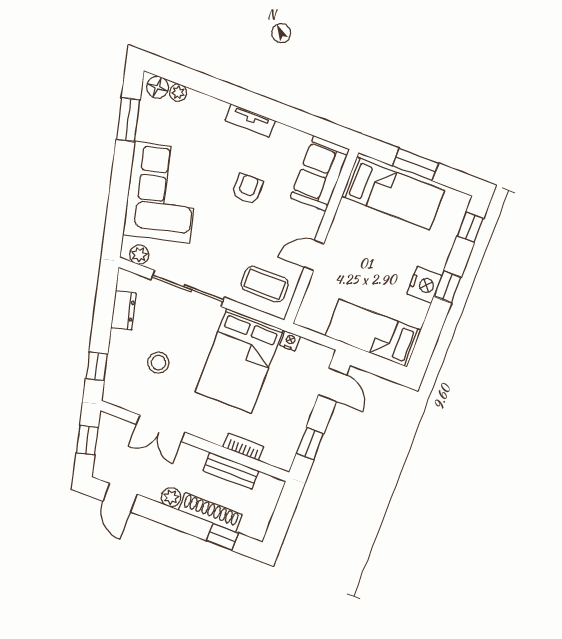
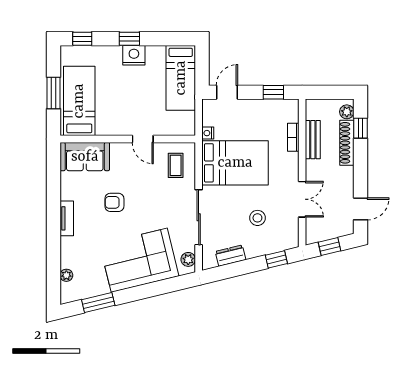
floor lamp: (157, 87) -> (68, 291), removed
coffee table: (265, 284) -> (176, 165), width x0.73, depth x0.77
plant: (171, 497) -> (347, 112), moved

